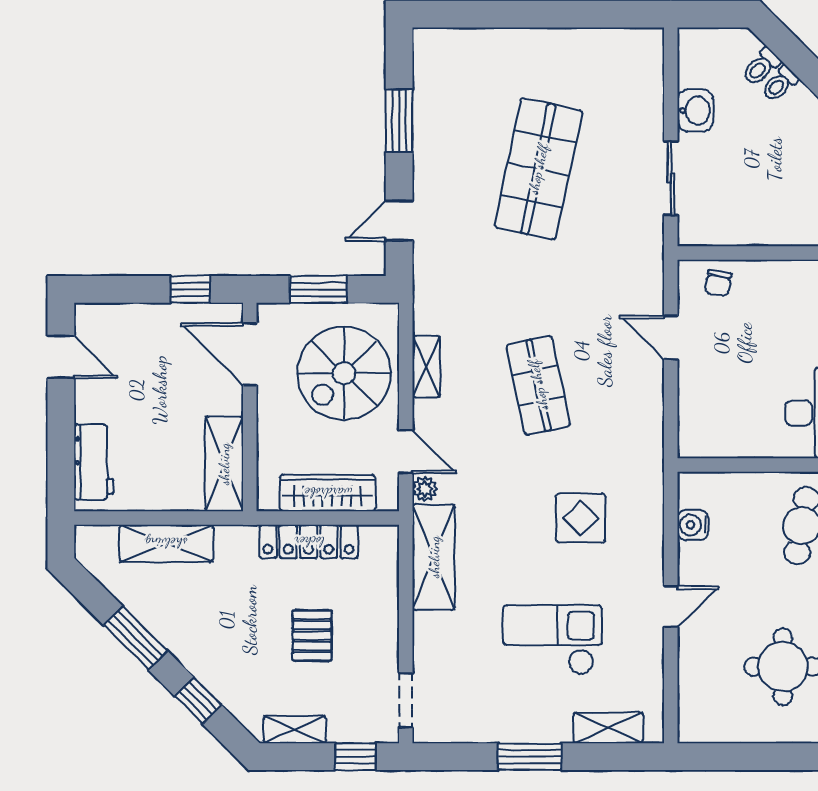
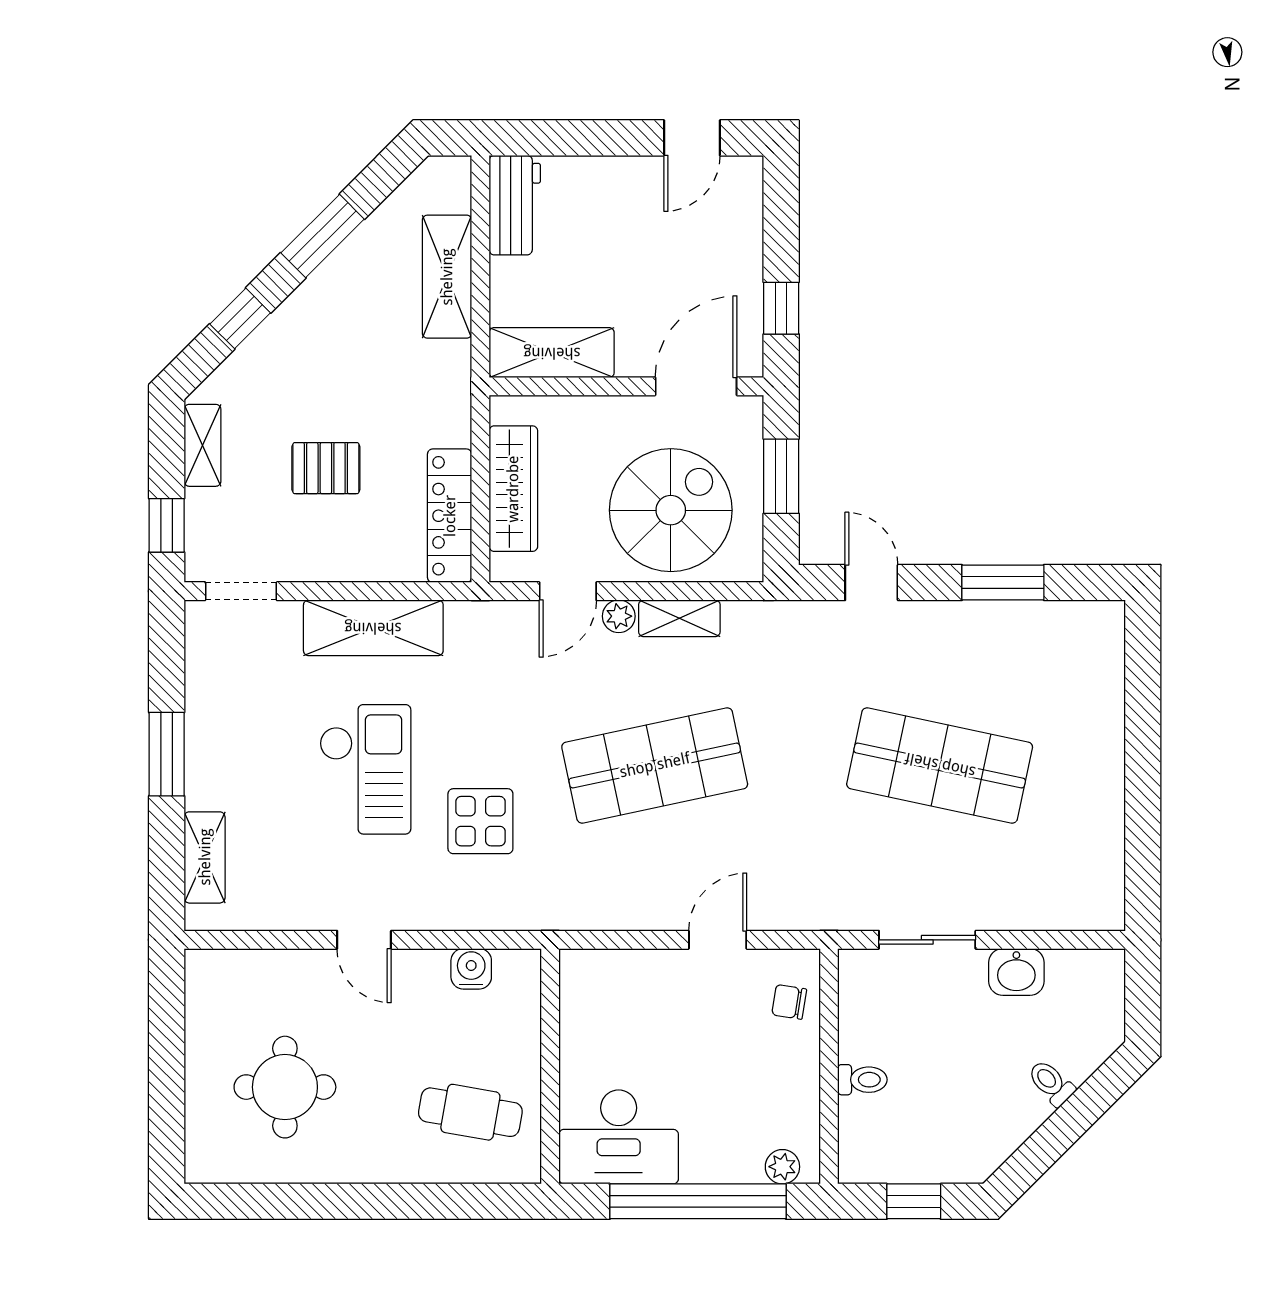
toilet: (761, 67) -> (862, 1080), moved, turned 135
spiral stairs: (344, 373) -> (671, 510), turned 90
shop shelf: (538, 385) -> (655, 765), width x1.43, depth x1.36
workbench: (94, 462) -> (515, 205), moved, turned -90
plant: (425, 489) -> (619, 616), moved
locker: (309, 542) -> (450, 516), moved
shelving: (434, 557) -> (373, 628), moved
checkout: (552, 640) -> (365, 769), moved

